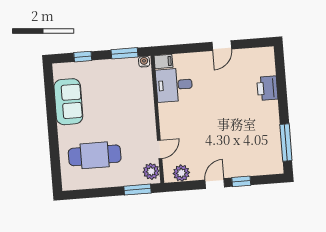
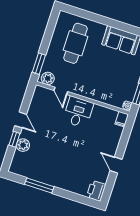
desk: (174, 85) -> (78, 112), moved
printer: (267, 88) -> (96, 191), moved, turned -90
window: (286, 142) -> (39, 186), moved
plant: (181, 173) -> (23, 145), moved

